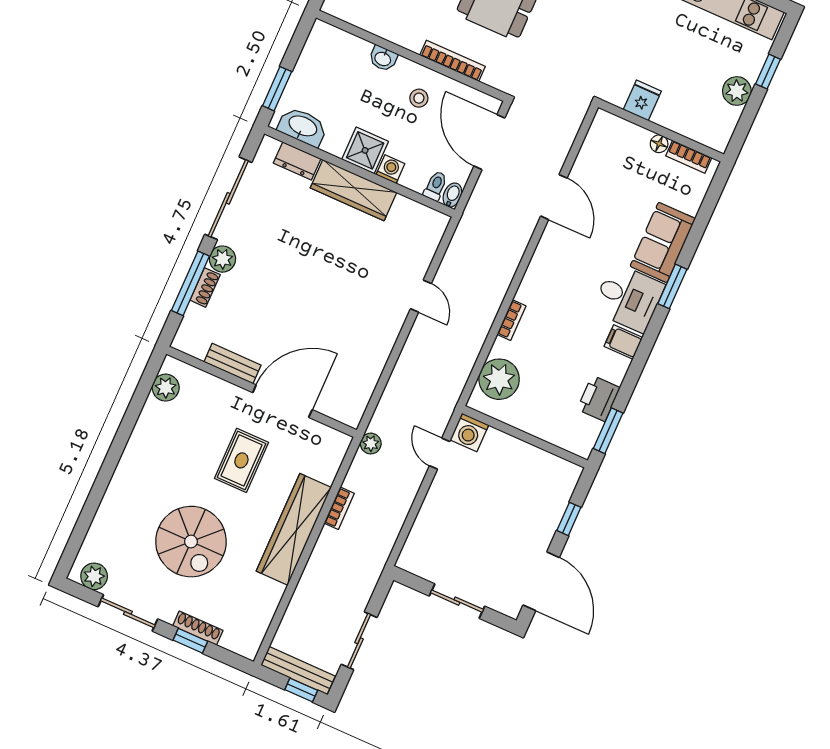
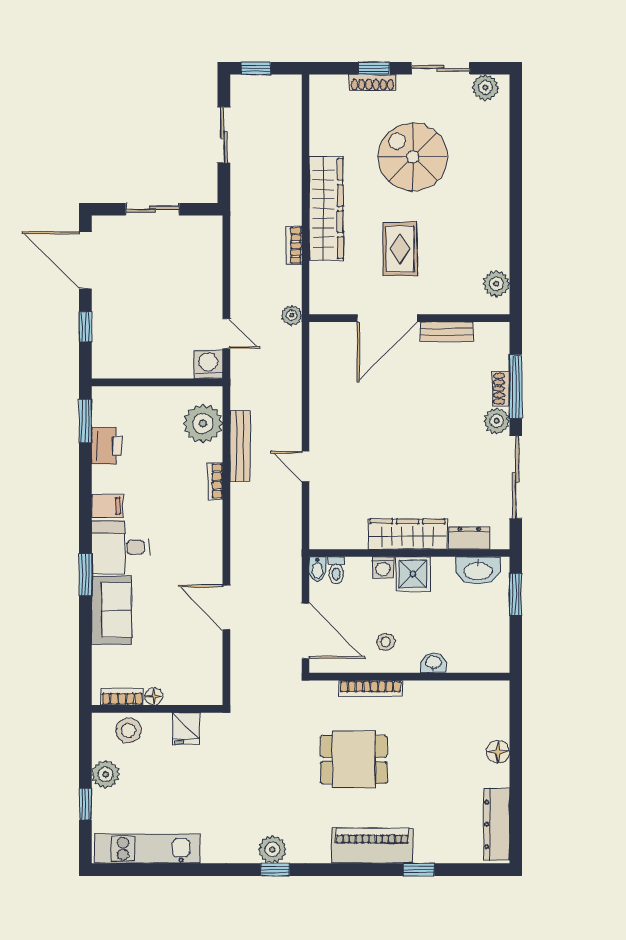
stool: (697, 123) -> (128, 730), added
bench: (298, 671) -> (240, 446), moved, turned 90

